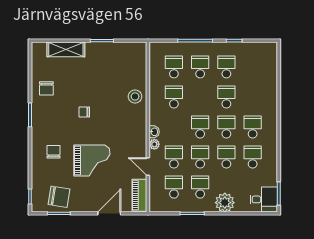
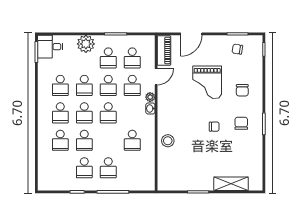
school desk: (174, 67) -> (60, 140), moved
chair: (46, 88) -> (241, 123), moved
grand piano: (92, 160) -> (207, 82), turned -90
door: (148, 167) -> (156, 77), hinge flipped
chair: (59, 197) -> (237, 49), width x0.54, depth x0.54

